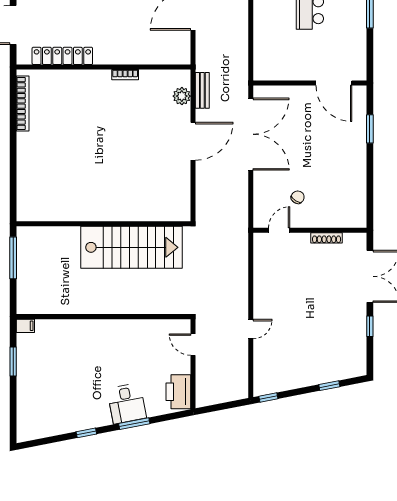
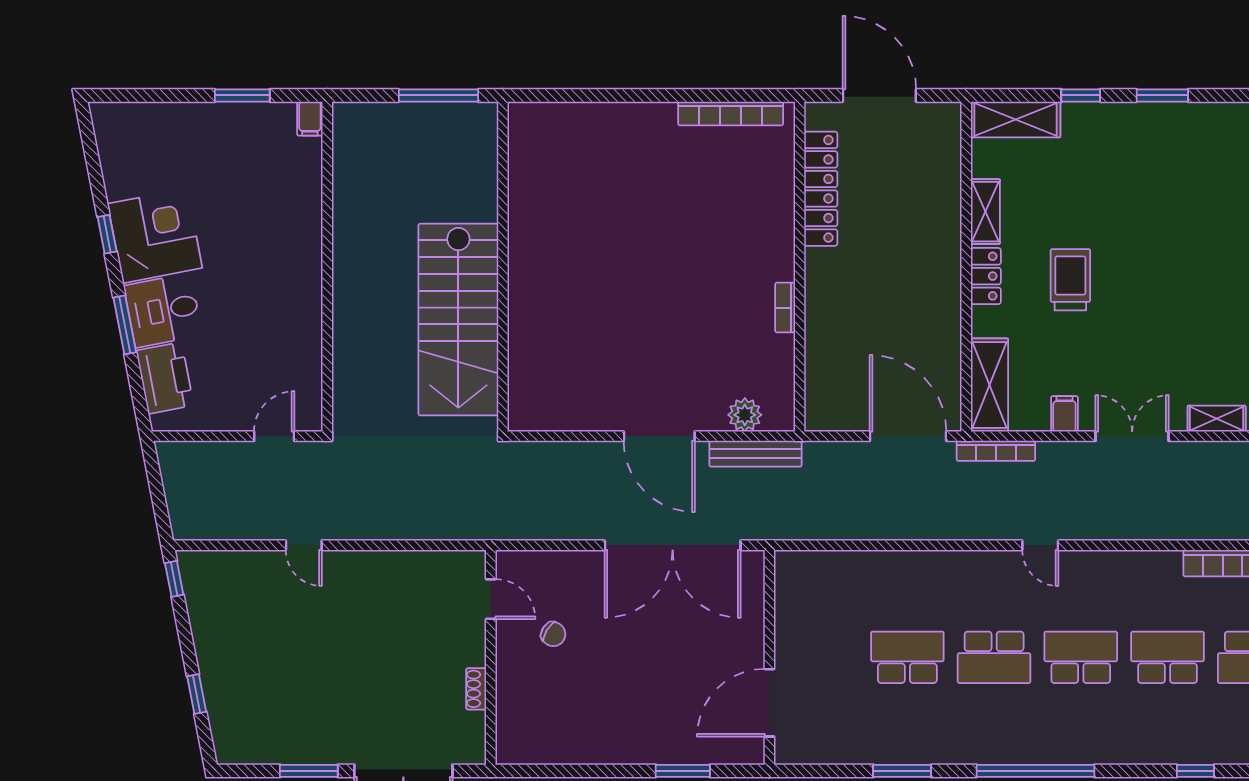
bench: (202, 90) -> (756, 454), width x1.36
shoe rack: (327, 238) -> (476, 689), width x0.70
window: (370, 326) -> (309, 771), width x1.50
printer: (178, 392) -> (165, 378), moved, turned 79
corner desk: (87, 408) -> (155, 236), added

